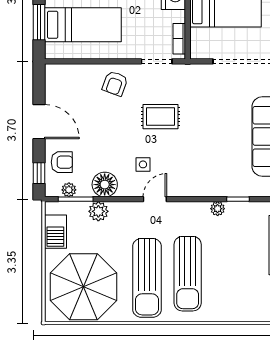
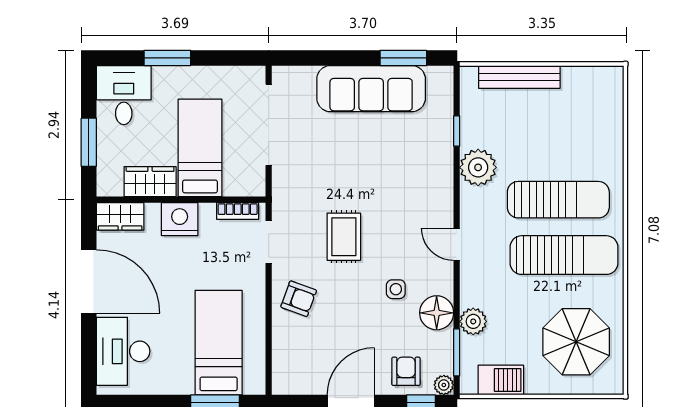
side table: (143, 164) -> (396, 289), moved
plant: (69, 190) -> (444, 385), moved
plant: (218, 209) -> (478, 167), width x1.88, depth x1.88
parasol: (84, 287) -> (576, 342), width x0.73, depth x0.73

